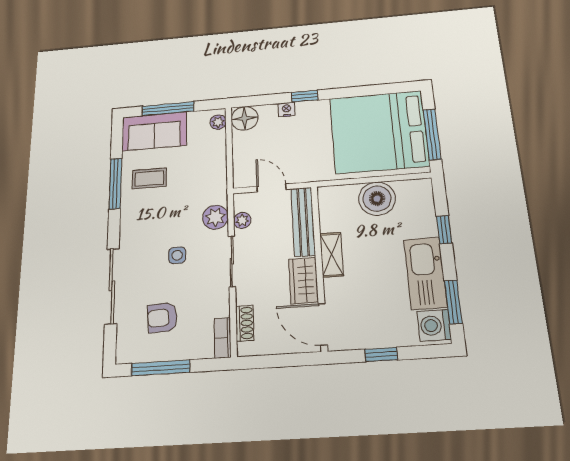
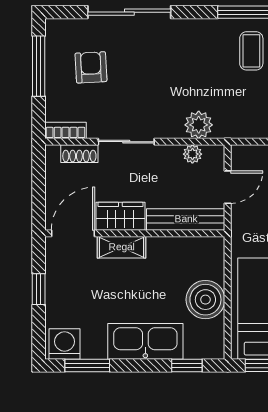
window: (444, 230) -> (187, 365), moved
side table: (177, 255) -> (158, 83), removed
shelving: (332, 255) -> (122, 247), moved
sliding door: (232, 261) -> (126, 142), moved
kitchen sink: (425, 273) -> (145, 341), moved

